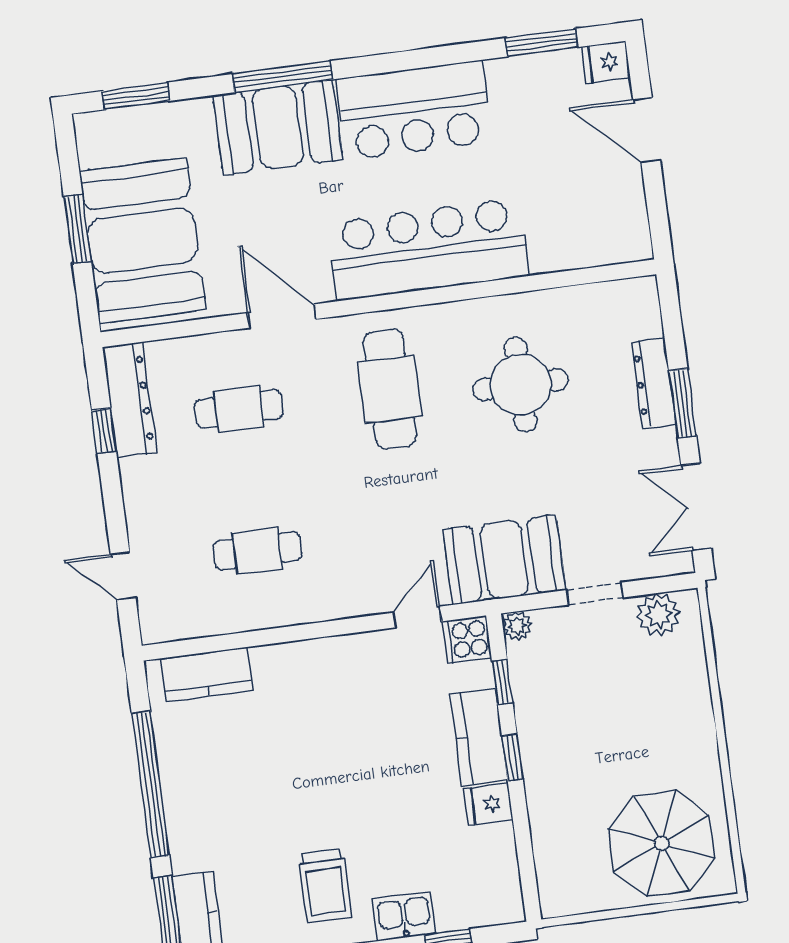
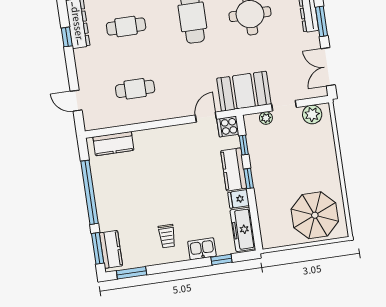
plant: (517, 626) -> (266, 118), moved
freezer: (498, 873) -> (243, 229), added
trolley: (325, 886) -> (167, 236), width x0.73, depth x0.72

